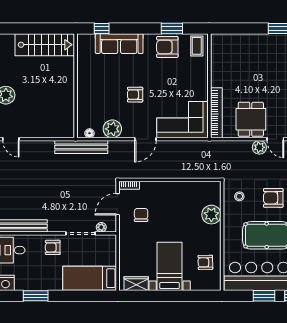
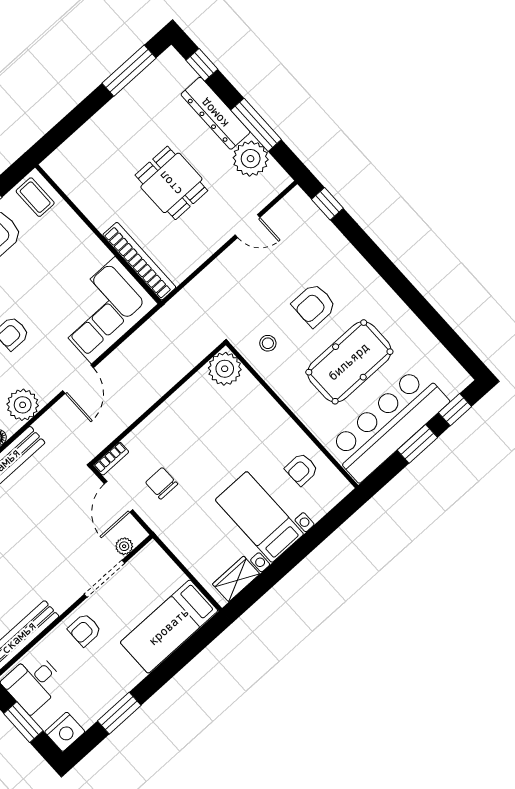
dining table: (251, 119) -> (171, 183), moved
plant: (259, 147) -> (236, 256), removed
plant: (211, 215) -> (225, 369), moved

